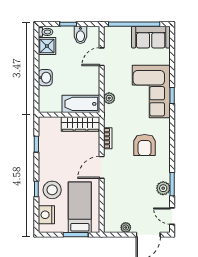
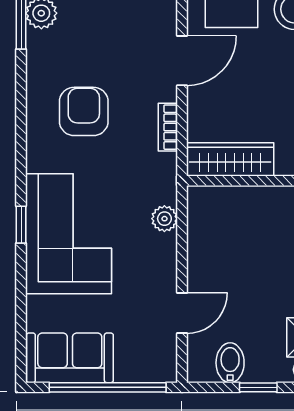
bathtub: (81, 104) -> (229, 205), removed

